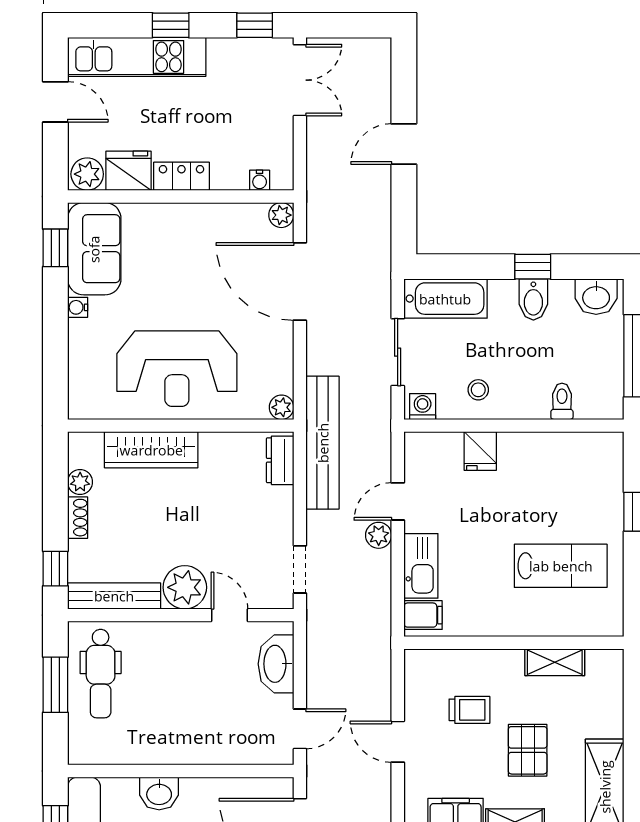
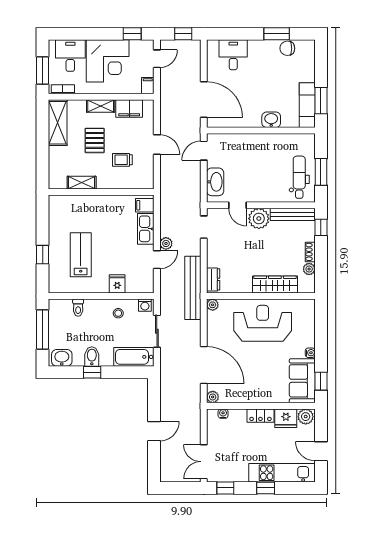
lab bench: (561, 566) -> (81, 255), moved, turned 90

